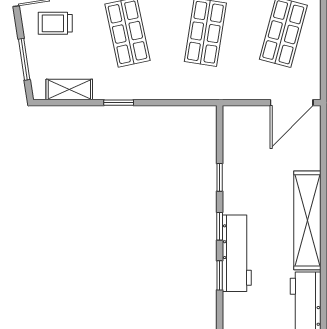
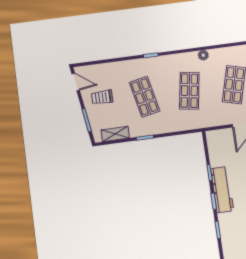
workbench: (237, 253) -> (222, 190), moved

